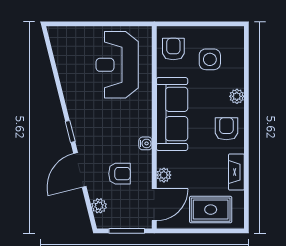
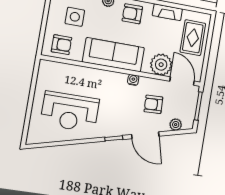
armchair: (173, 49) -> (61, 45), turned 180
reception desk: (117, 65) -> (70, 112), moved
armchair: (120, 174) -> (153, 104), turned -92
plant: (164, 175) -> (161, 65), width x1.87, depth x1.87

